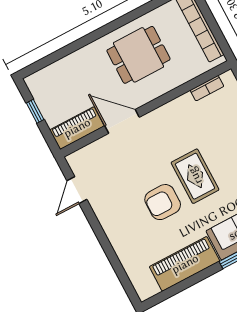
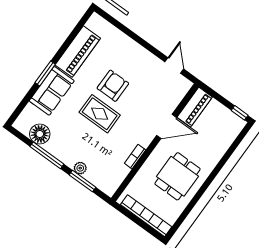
bookcase: (207, 88) -> (135, 157), moved
window: (35, 111) -> (240, 113), moved

